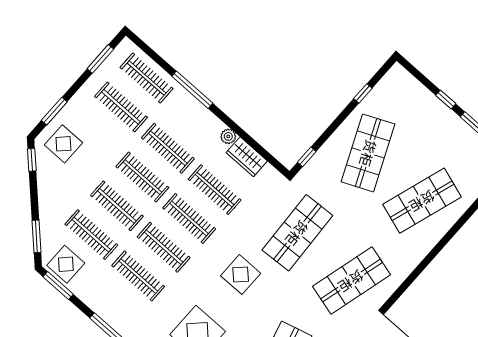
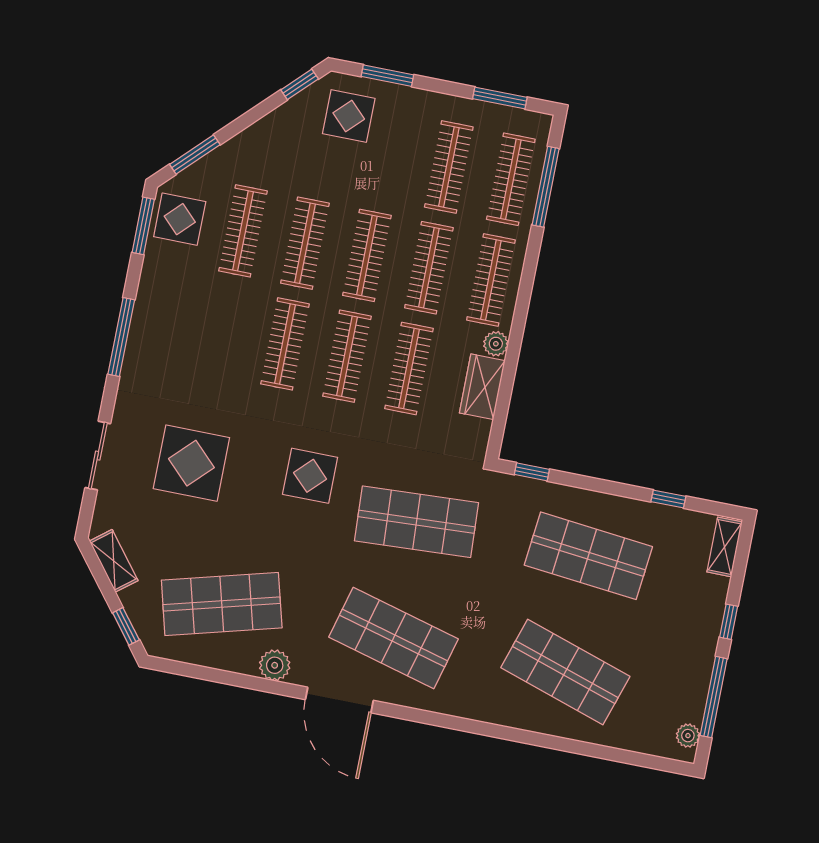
shelving: (405, 79) -> (725, 547), added
window: (192, 90) -> (546, 187), moved
shop shelf: (368, 153) -> (588, 556), turned 30
clothes rail: (138, 276) -> (491, 280), moved

